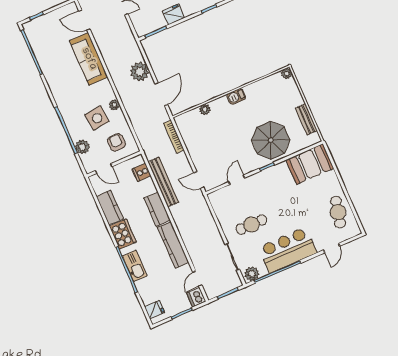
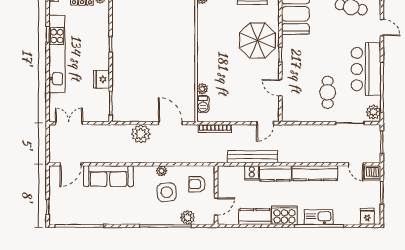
barbecue: (236, 96) -> (203, 104), moved
cooker: (142, 172) -> (252, 173), moved

